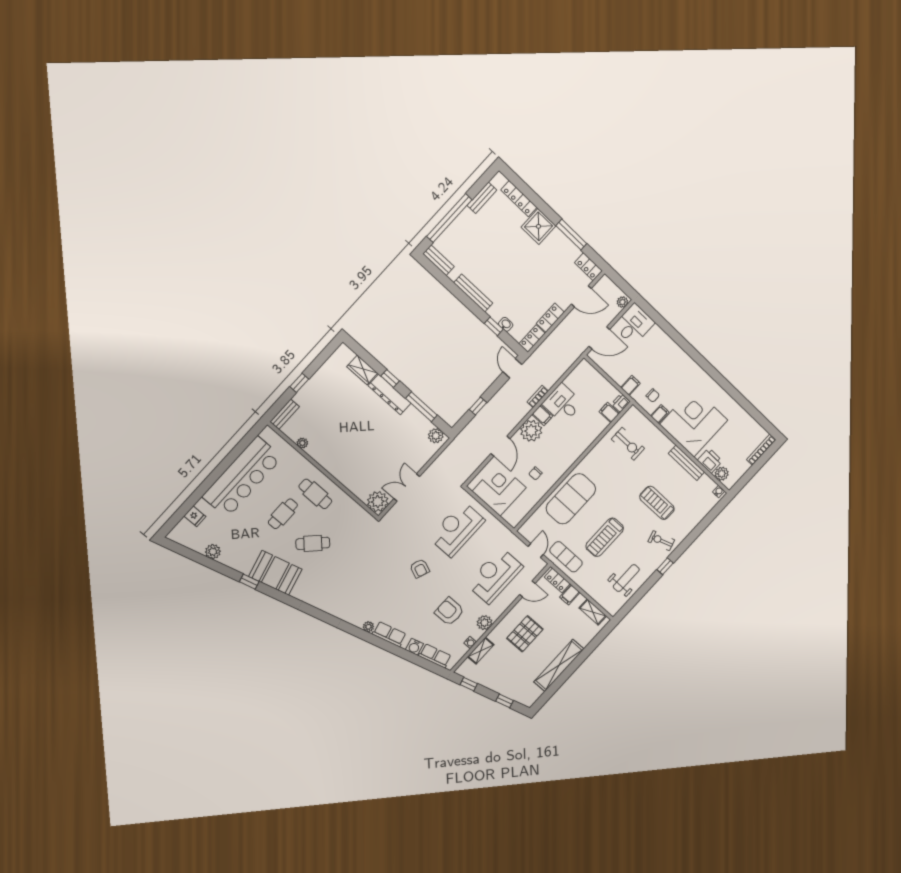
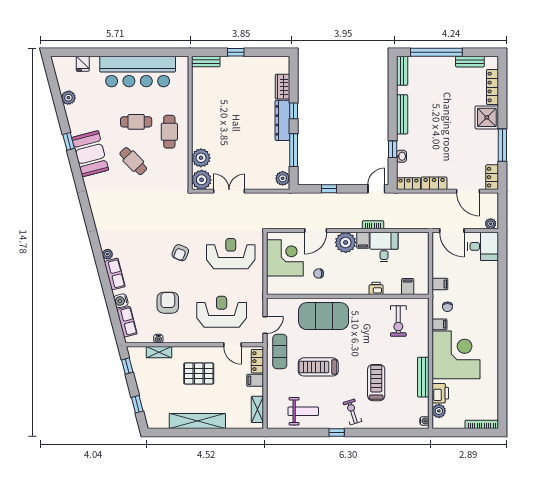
printer: (621, 403) -> (376, 288), moved
plant: (302, 443) -> (201, 158), moved, width x1.88, depth x1.88
plant: (484, 623) -> (182, 336), removed

